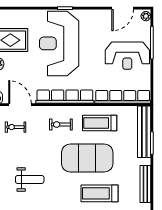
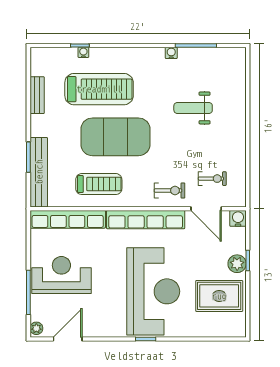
exercise bike: (61, 124) -> (170, 190), moved
bench: (145, 184) -> (37, 95), width x0.73
treadmill: (99, 193) -> (99, 89), width x1.37, depth x1.38

